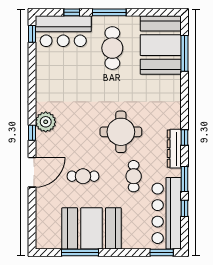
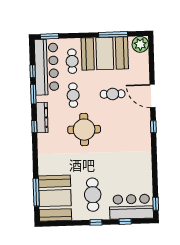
window: (109, 12) -> (96, 222), width x0.46
plant: (46, 122) -> (140, 44), moved
door: (32, 172) -> (152, 96), hinge flipped
cafe table: (134, 220) -> (72, 61), added

